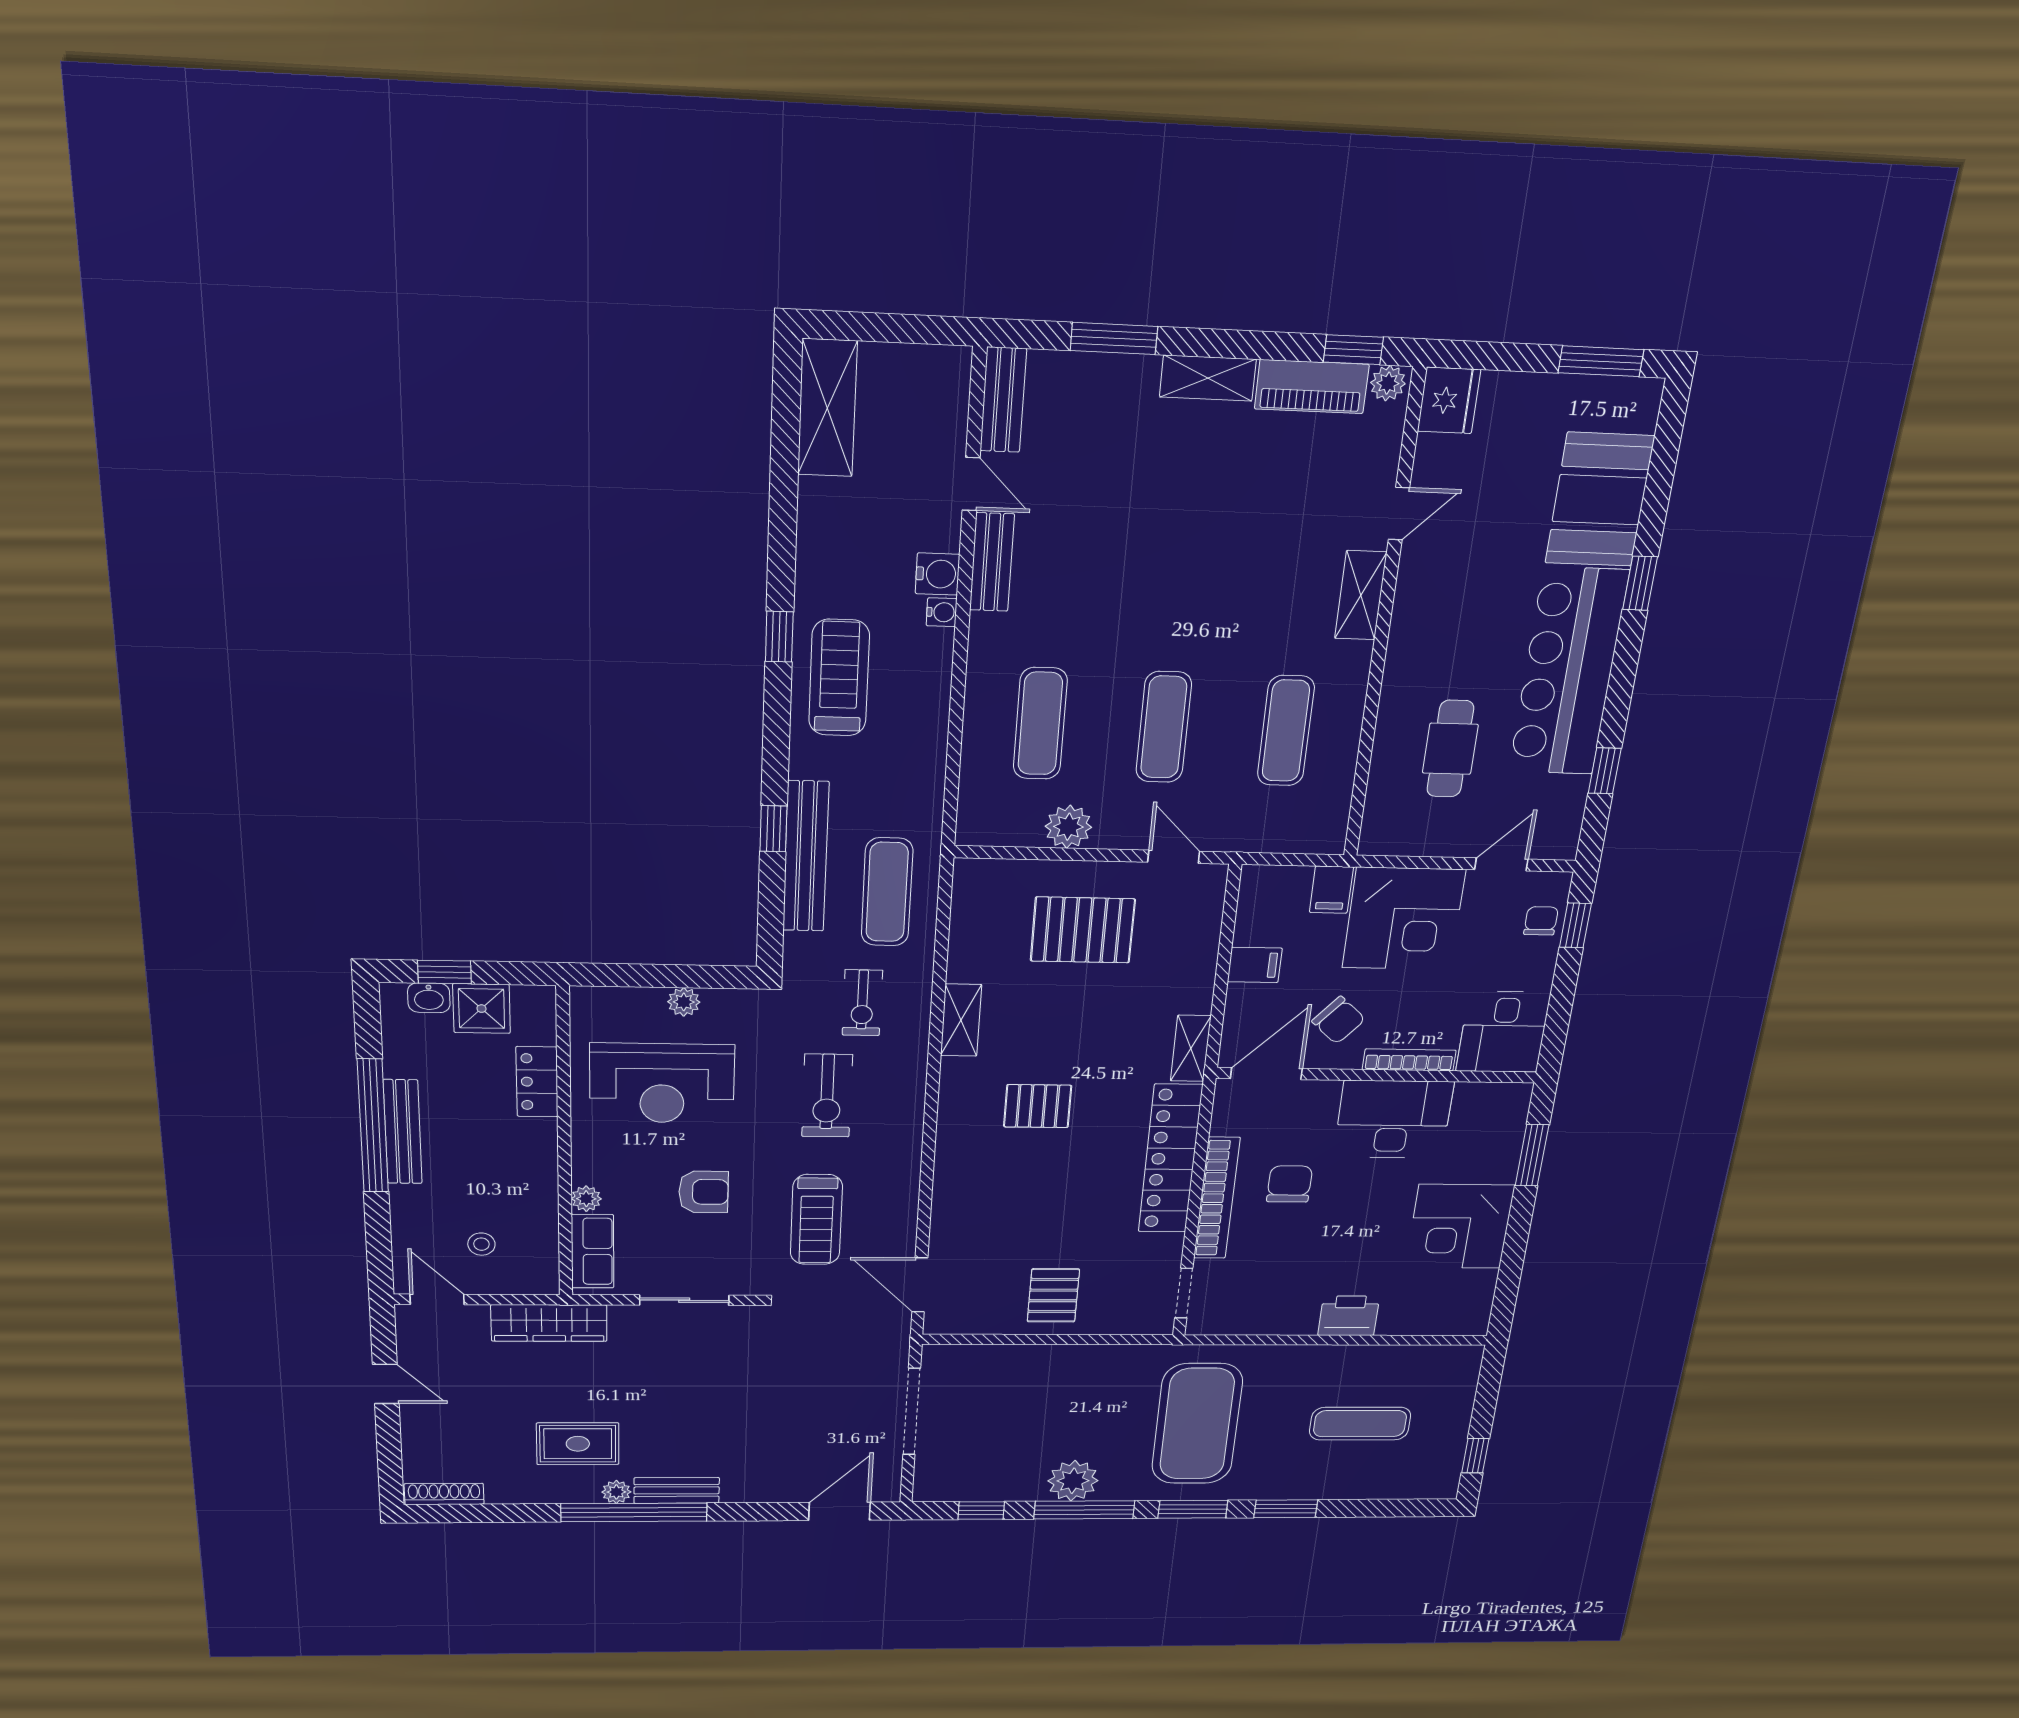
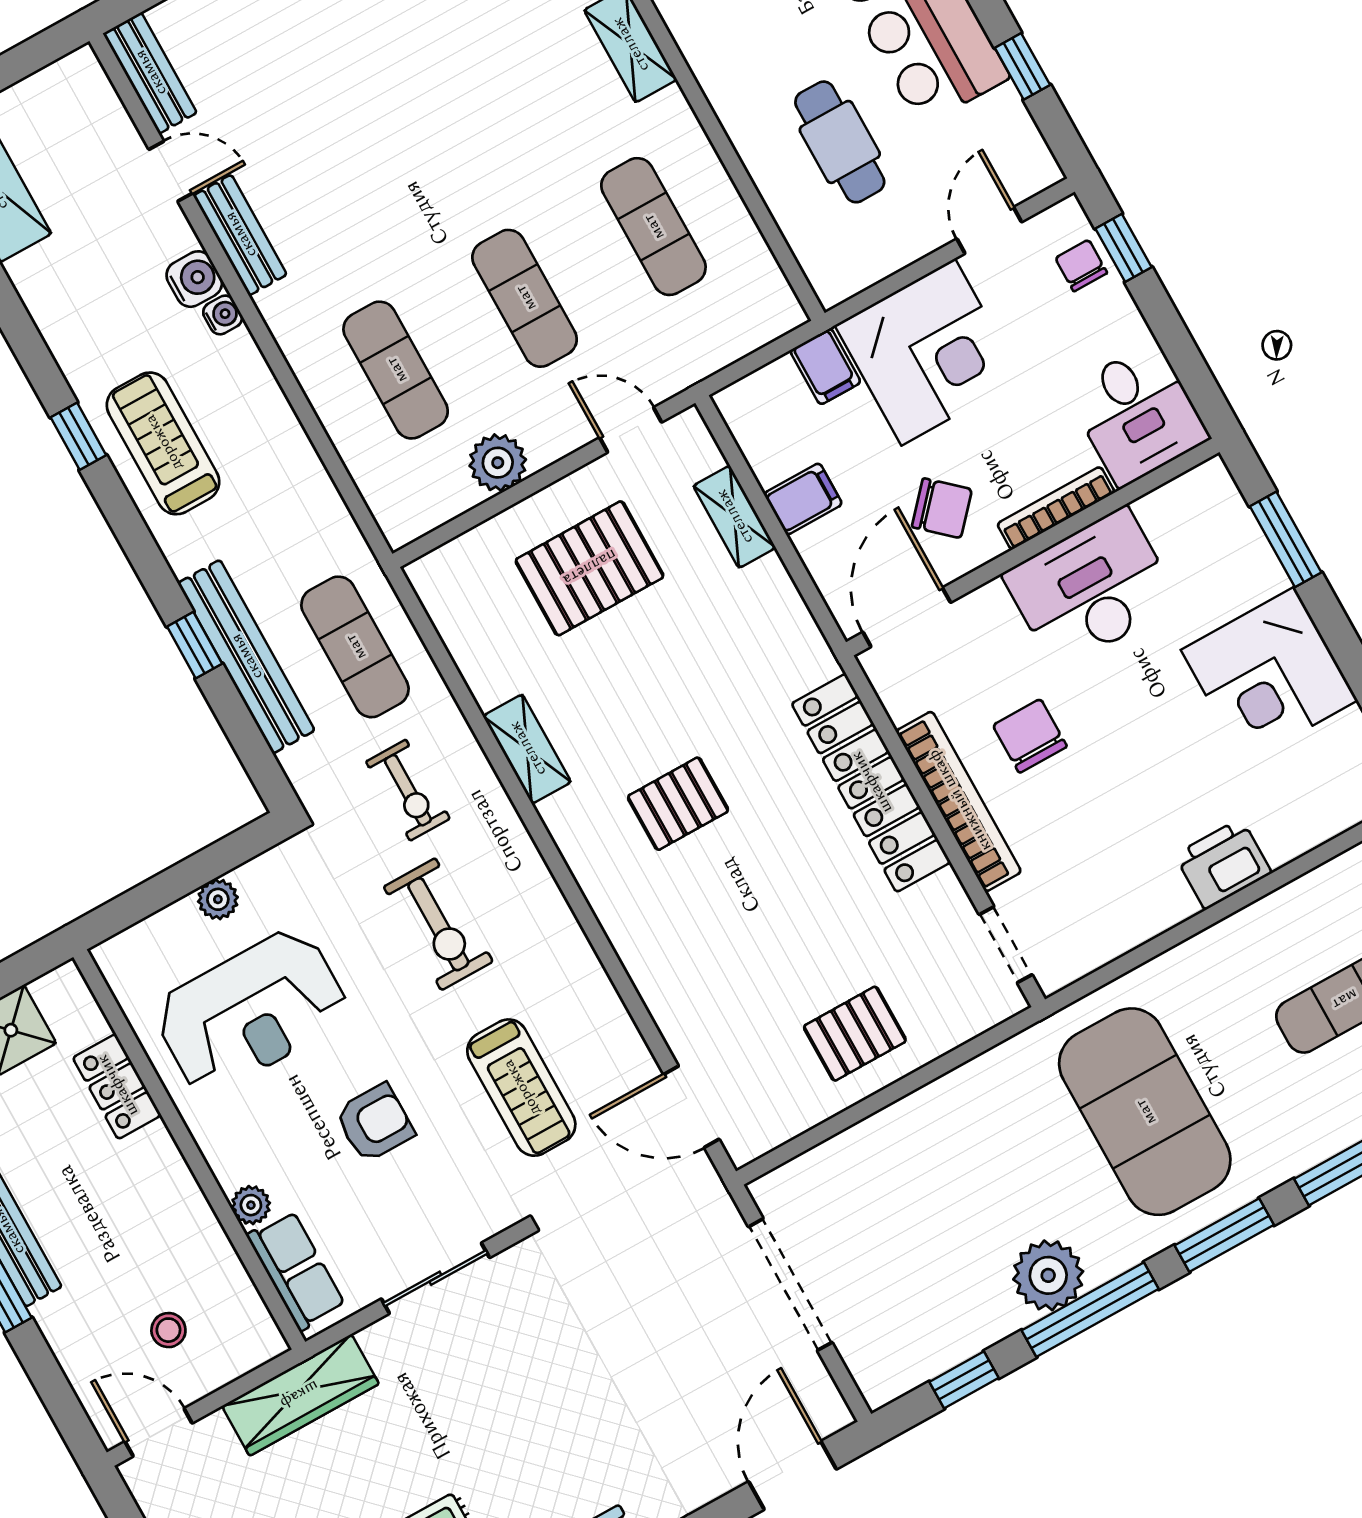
shelving: (1191, 1048) -> (734, 517), moved
pallet: (1053, 1295) -> (855, 1034), turned 90

